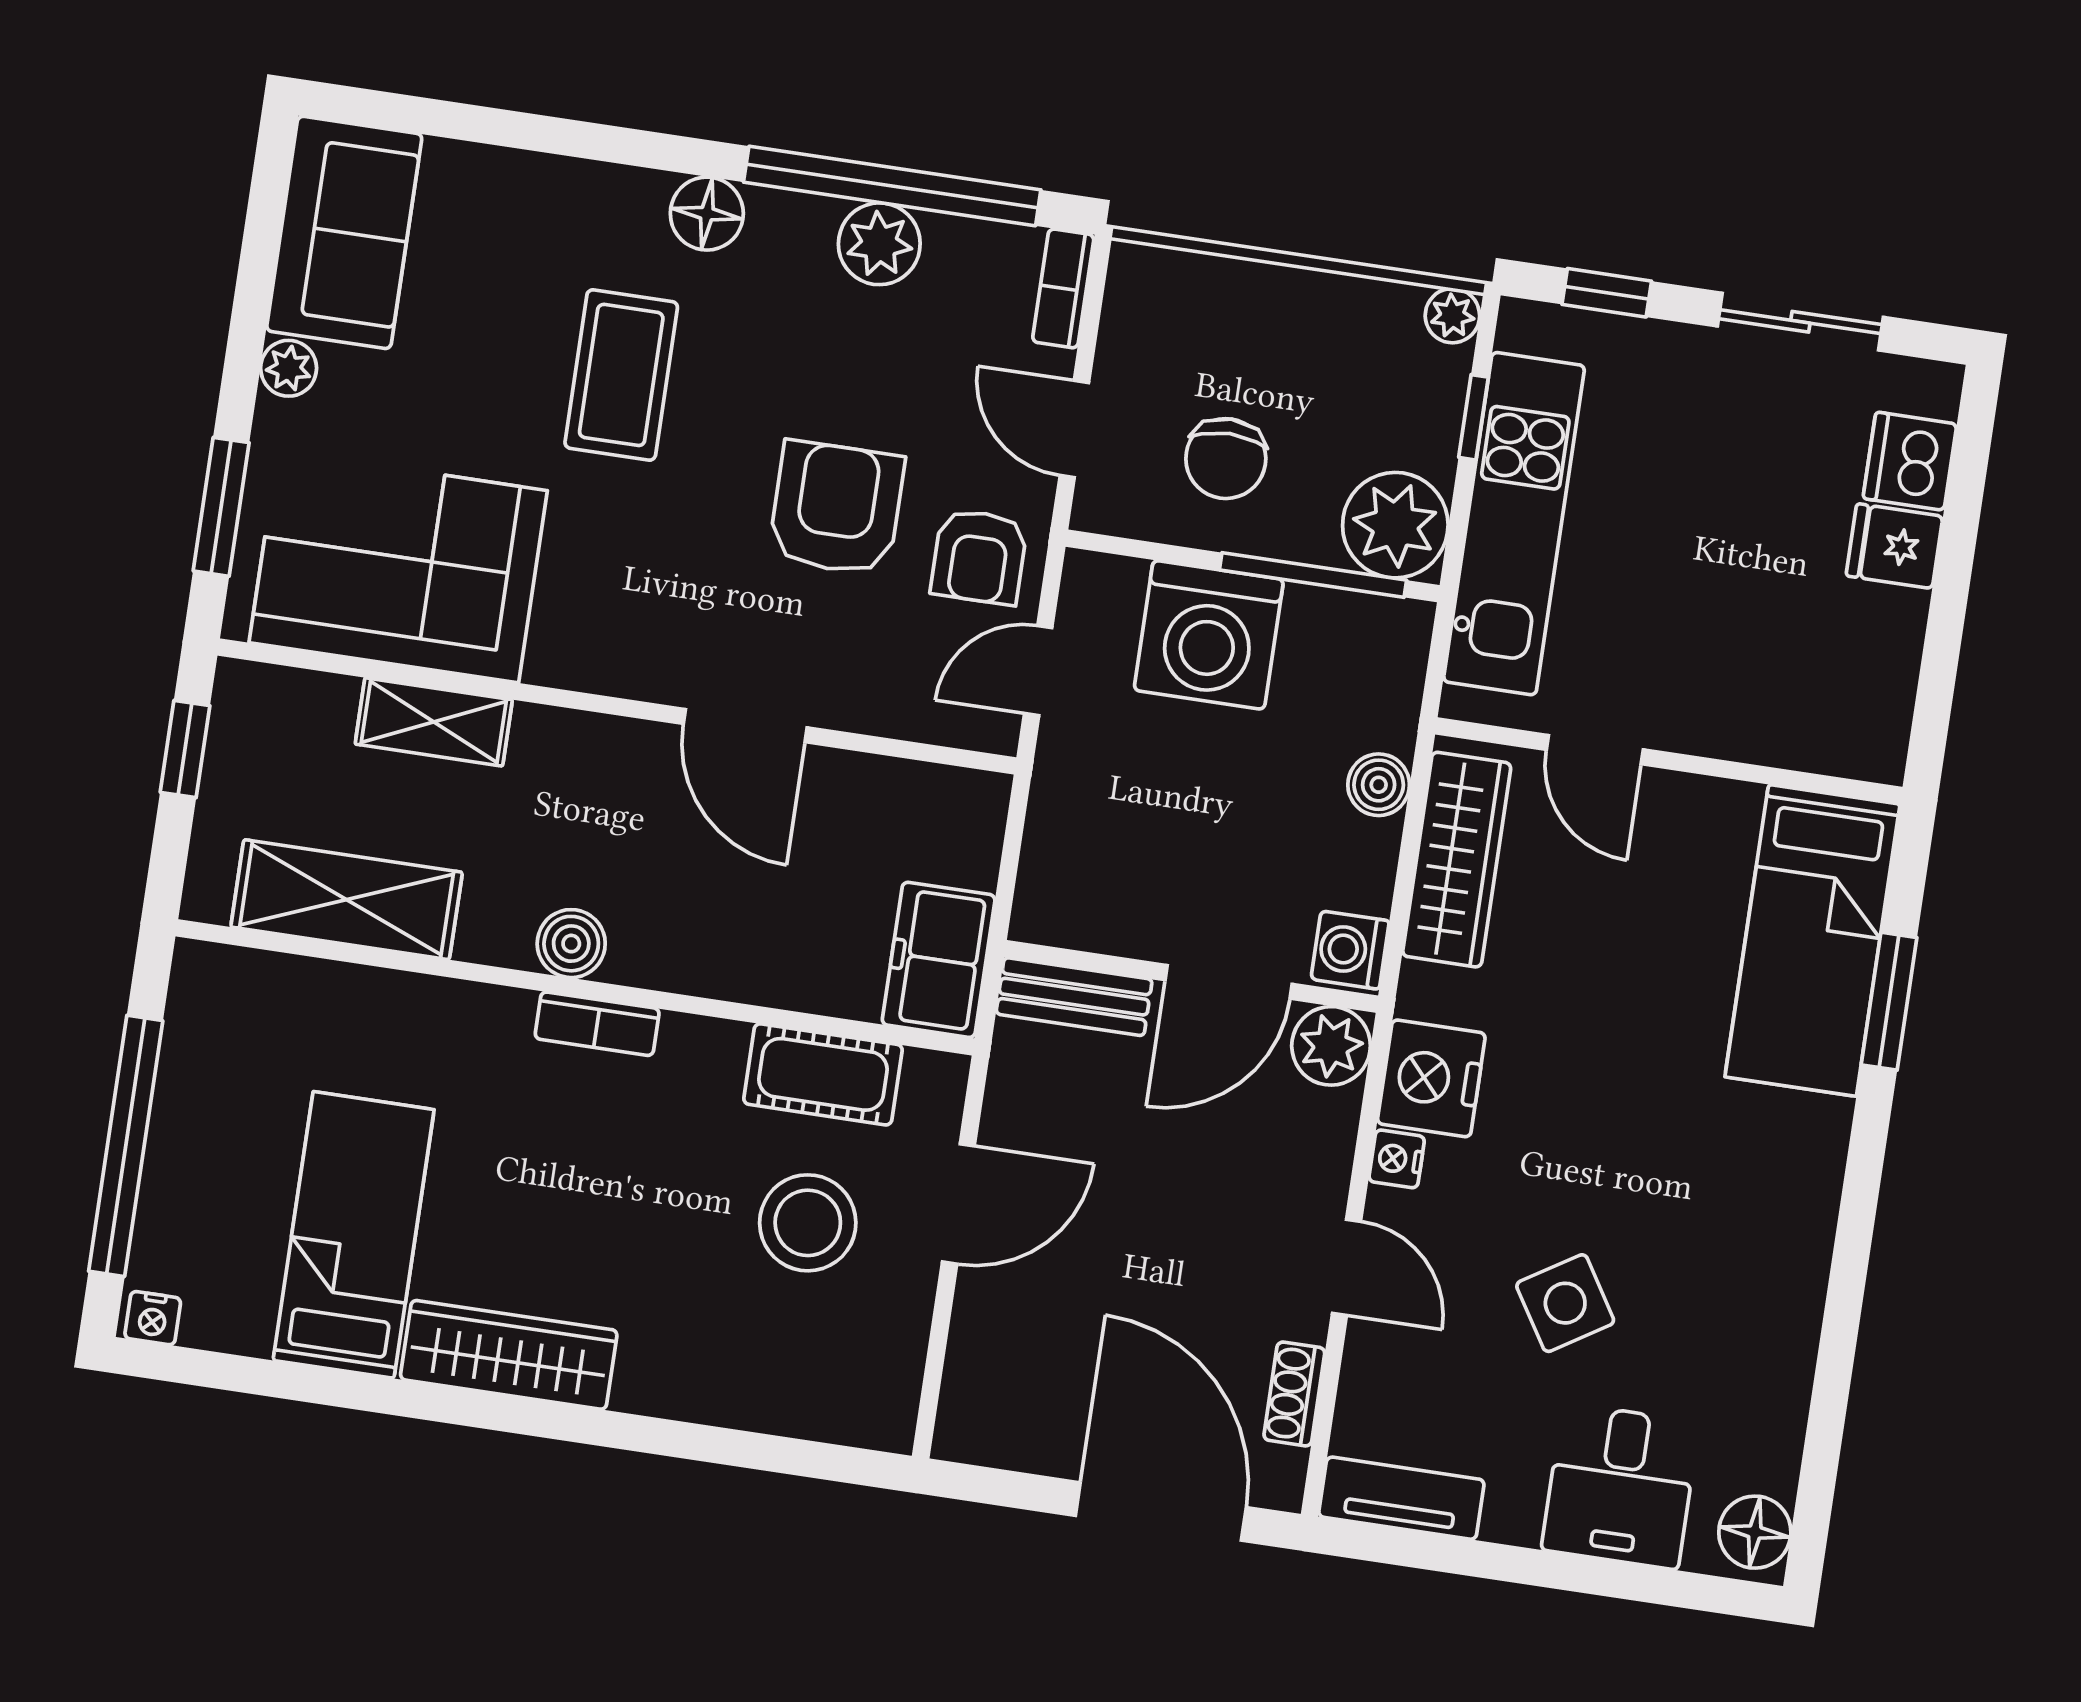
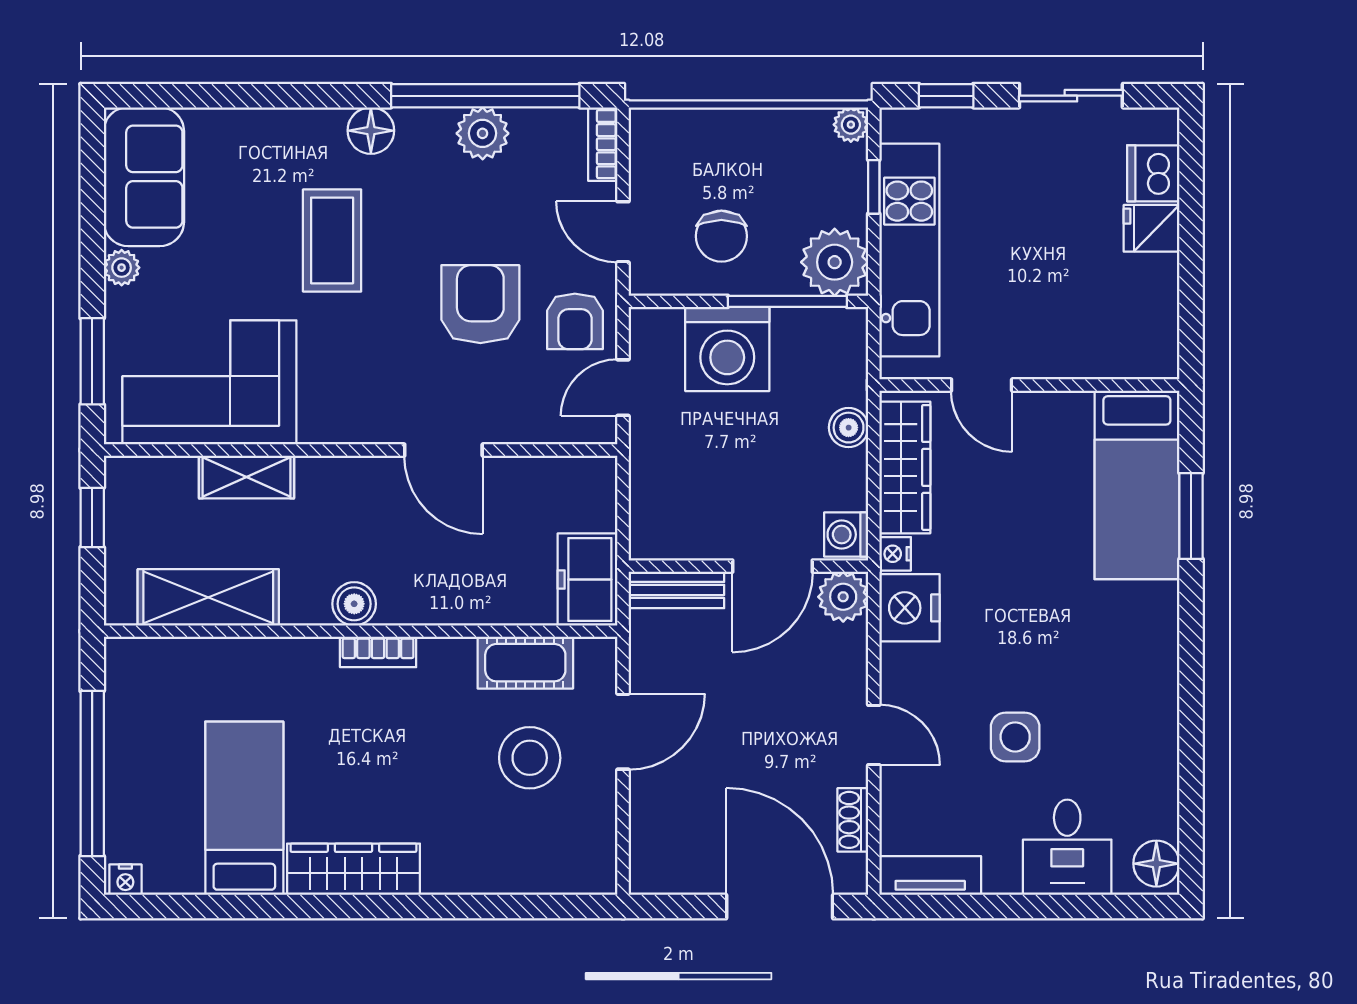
nightstand: (1397, 1159) -> (895, 554), moved
side table: (1565, 1303) -> (1015, 737), turned 32

